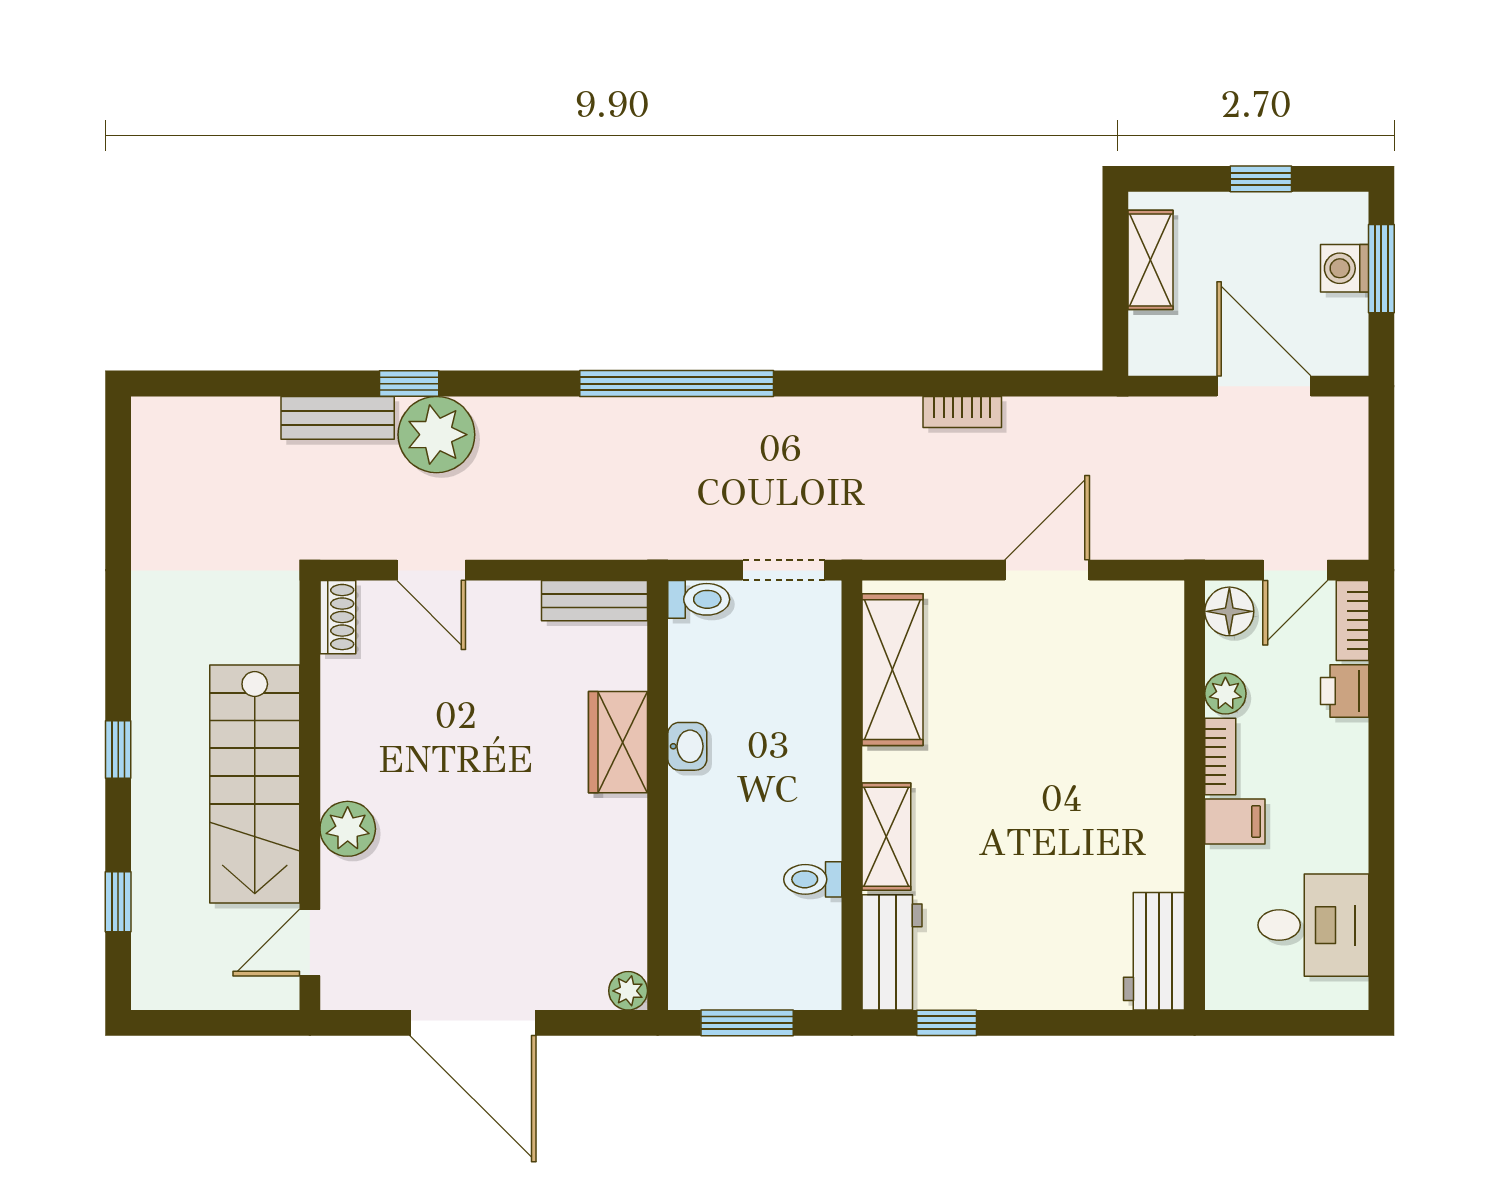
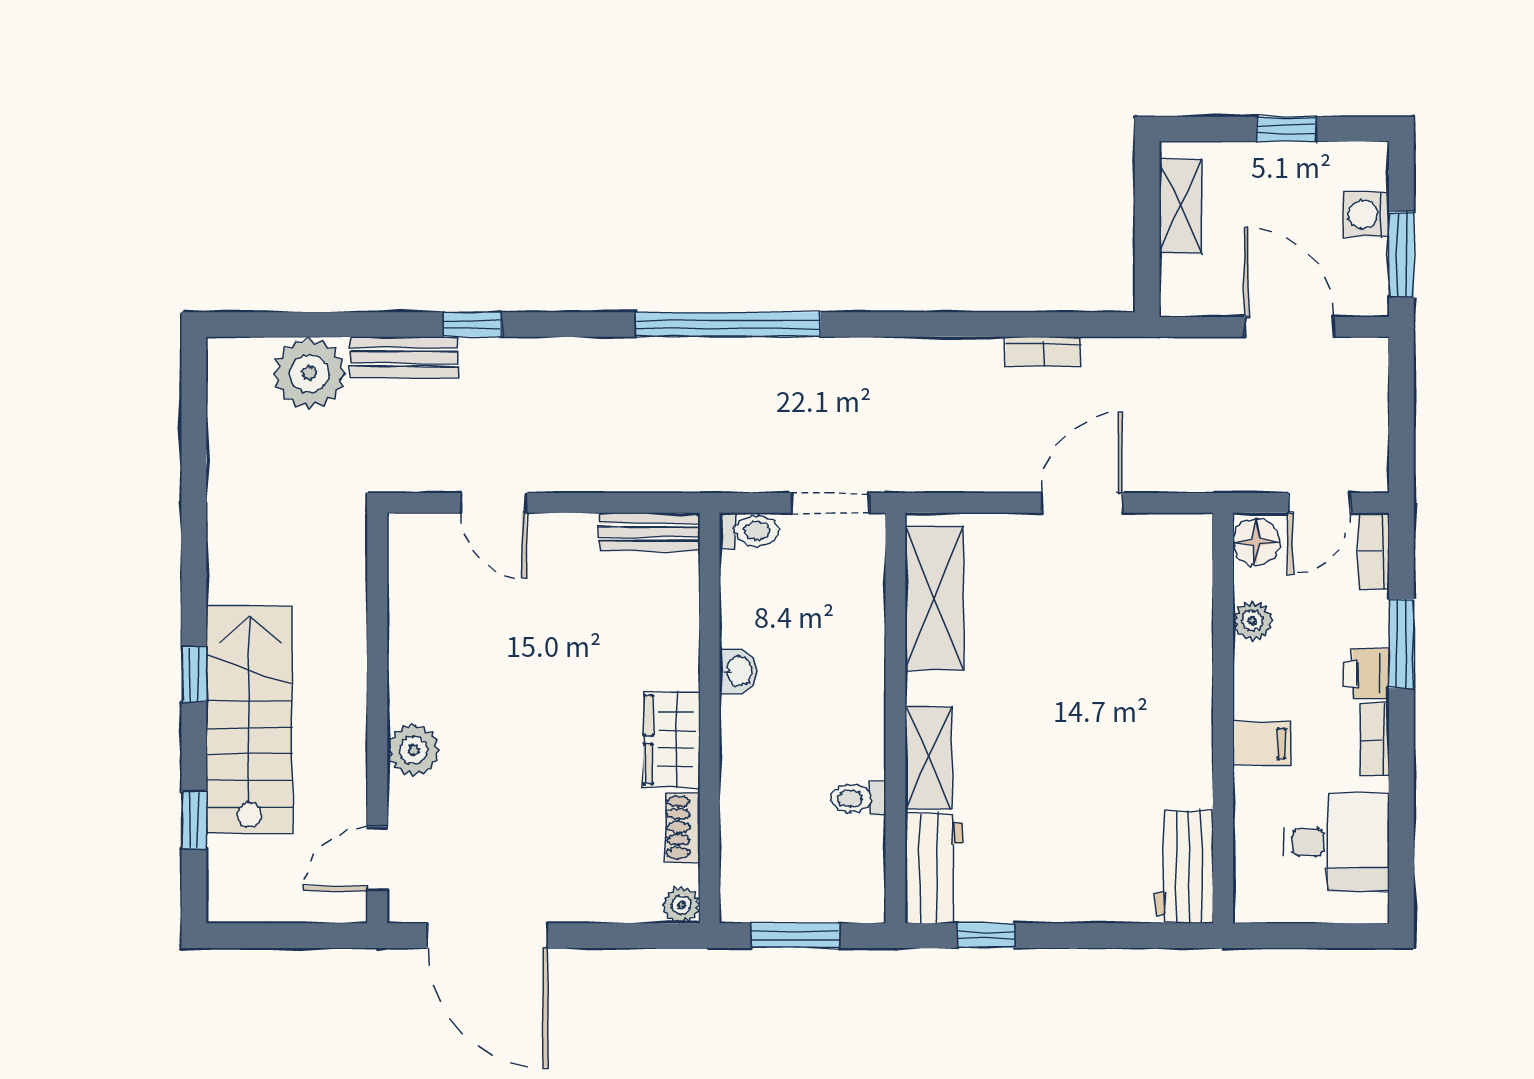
window: (1381, 269) -> (1401, 254), moved
bookcase: (962, 412) -> (1043, 352), moved
plant: (436, 435) -> (309, 373), moved
shoe rack: (338, 617) -> (683, 827), moved, turned 180
printer: (1345, 691) -> (1366, 674), moved
window: (1381, 717) -> (1401, 644), added
wardrobe: (618, 742) -> (672, 740), moved
bookcase: (1220, 757) -> (1375, 739), moved, turned 180
stairs: (255, 784) -> (249, 720), moved, turned 180
door: (473, 1023) -> (488, 936), moved

